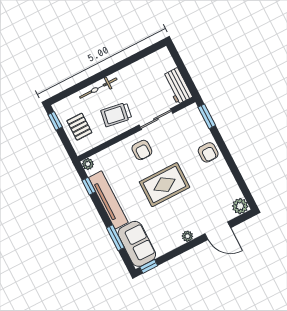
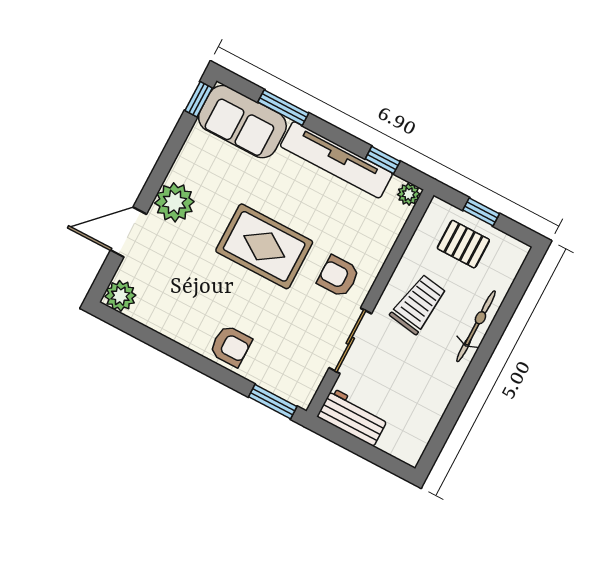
window: (55, 121) -> (481, 212), moved
armchair: (208, 152) -> (231, 346), turned 180
rug: (164, 185) -> (264, 246), turned 90
plant: (187, 236) -> (174, 202), width x1.88, depth x1.88

